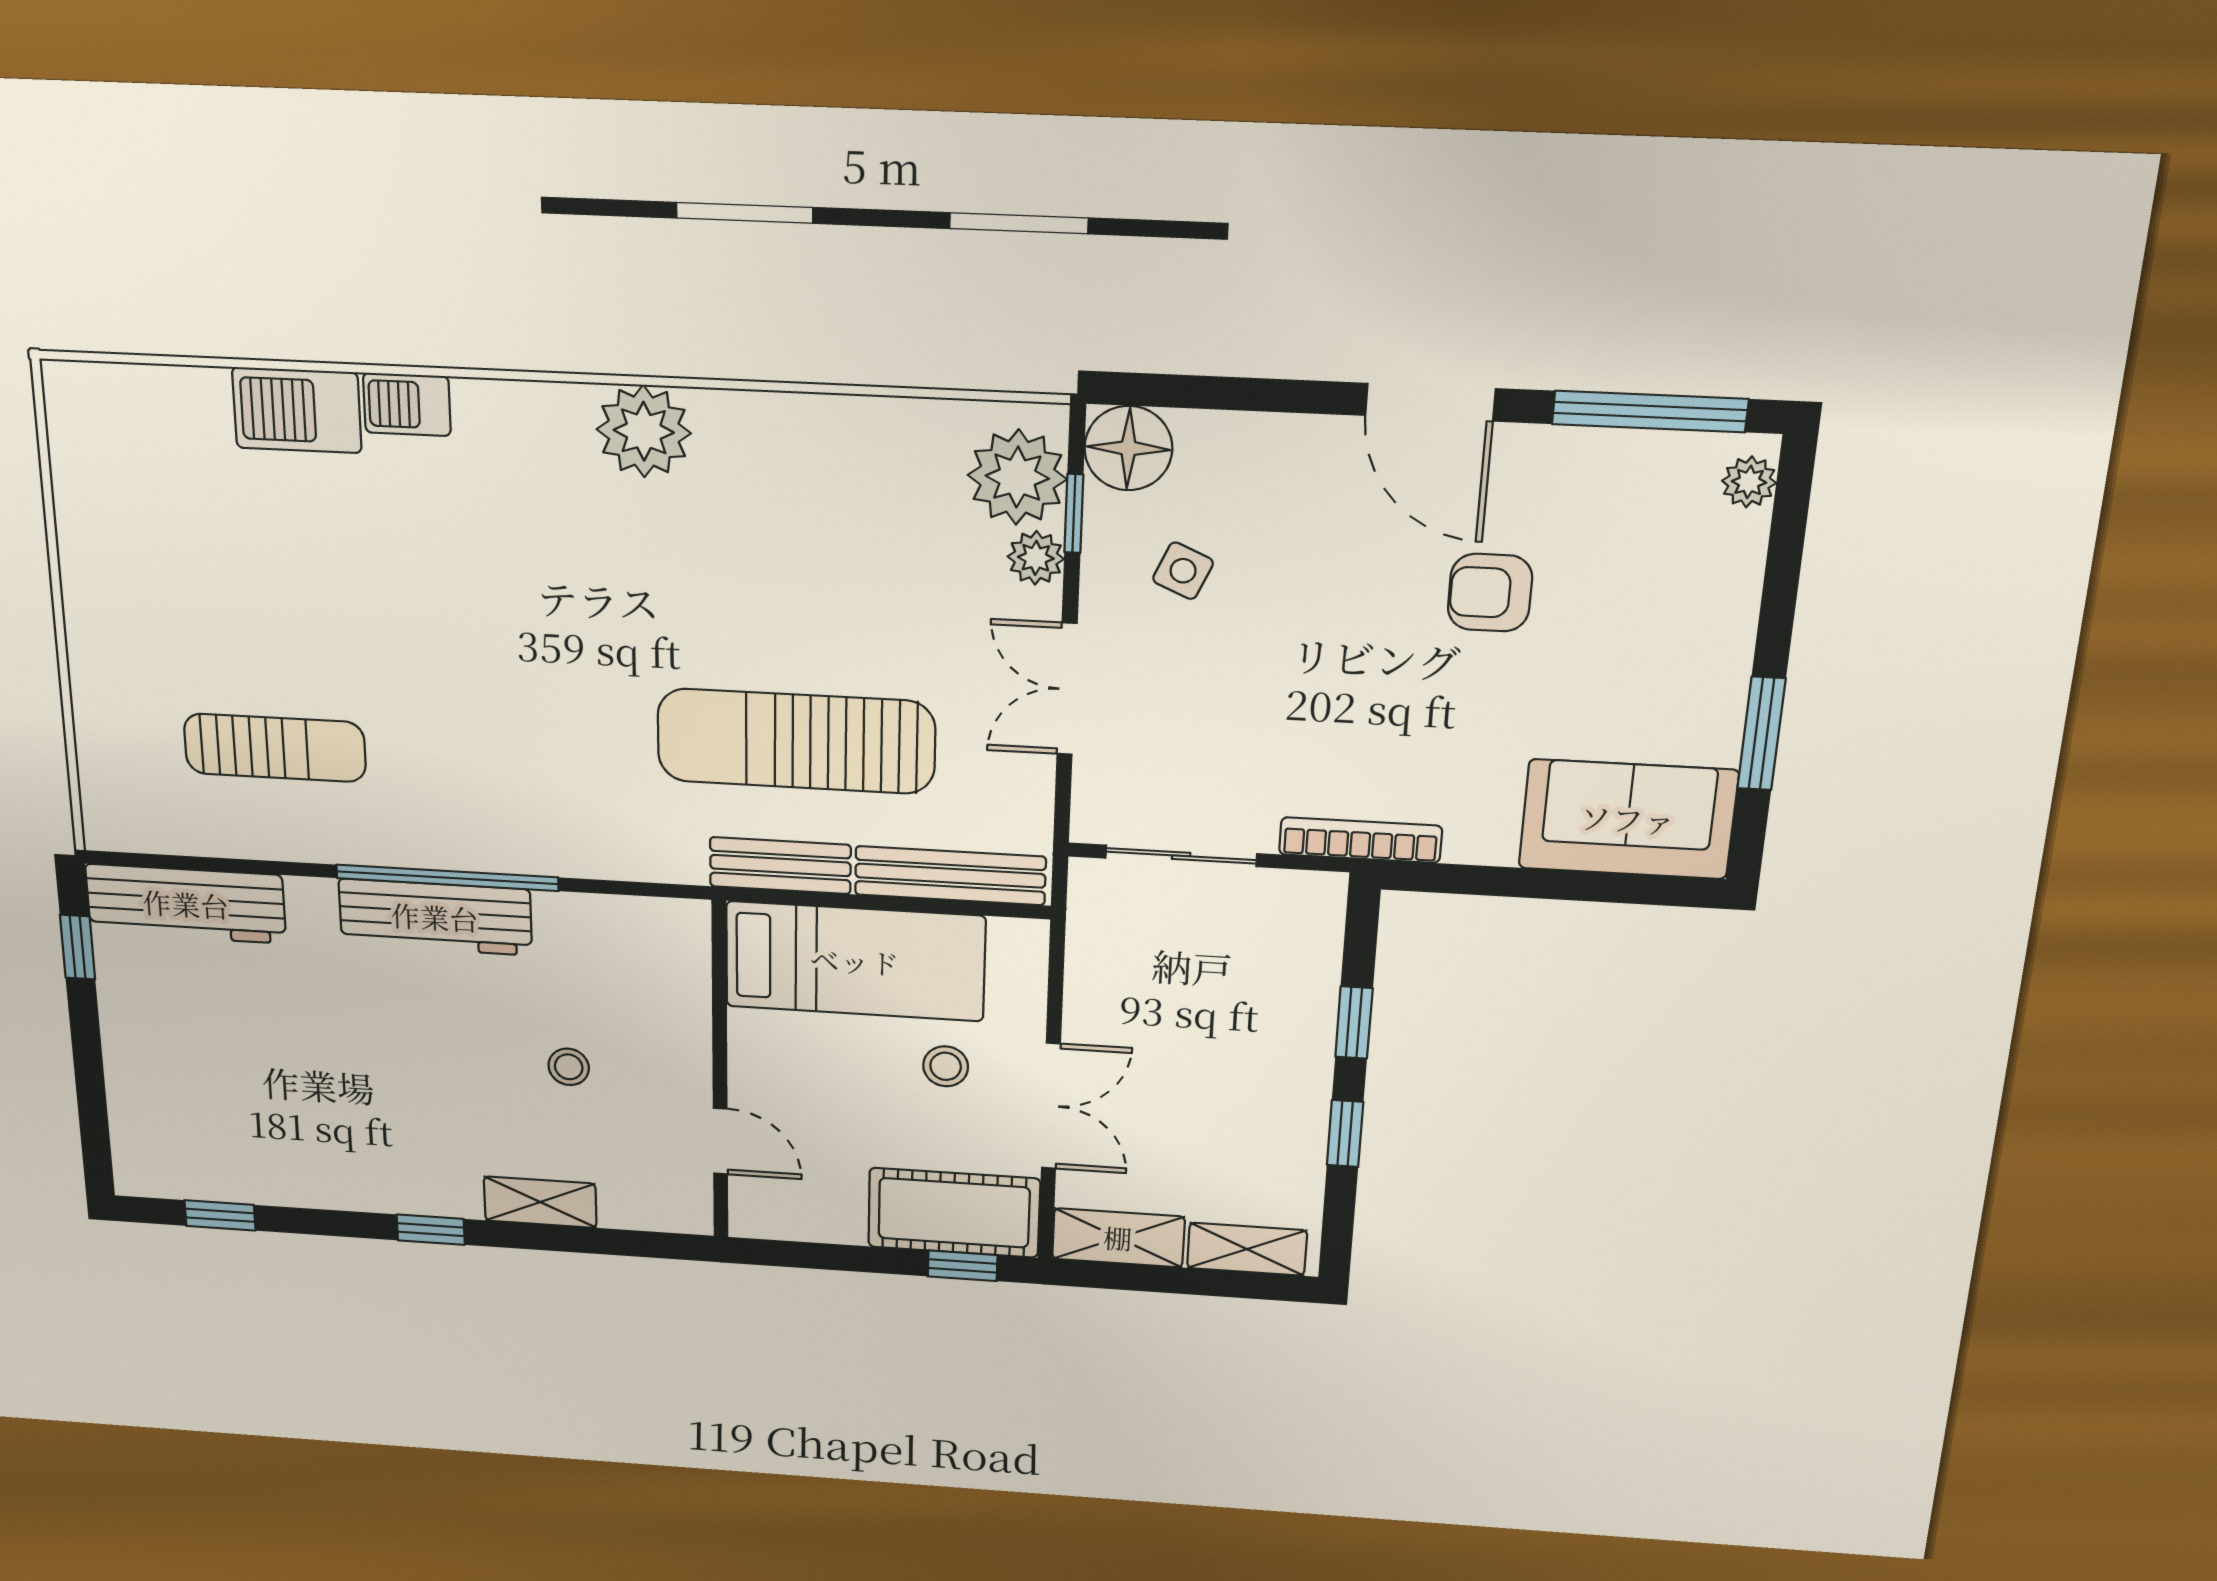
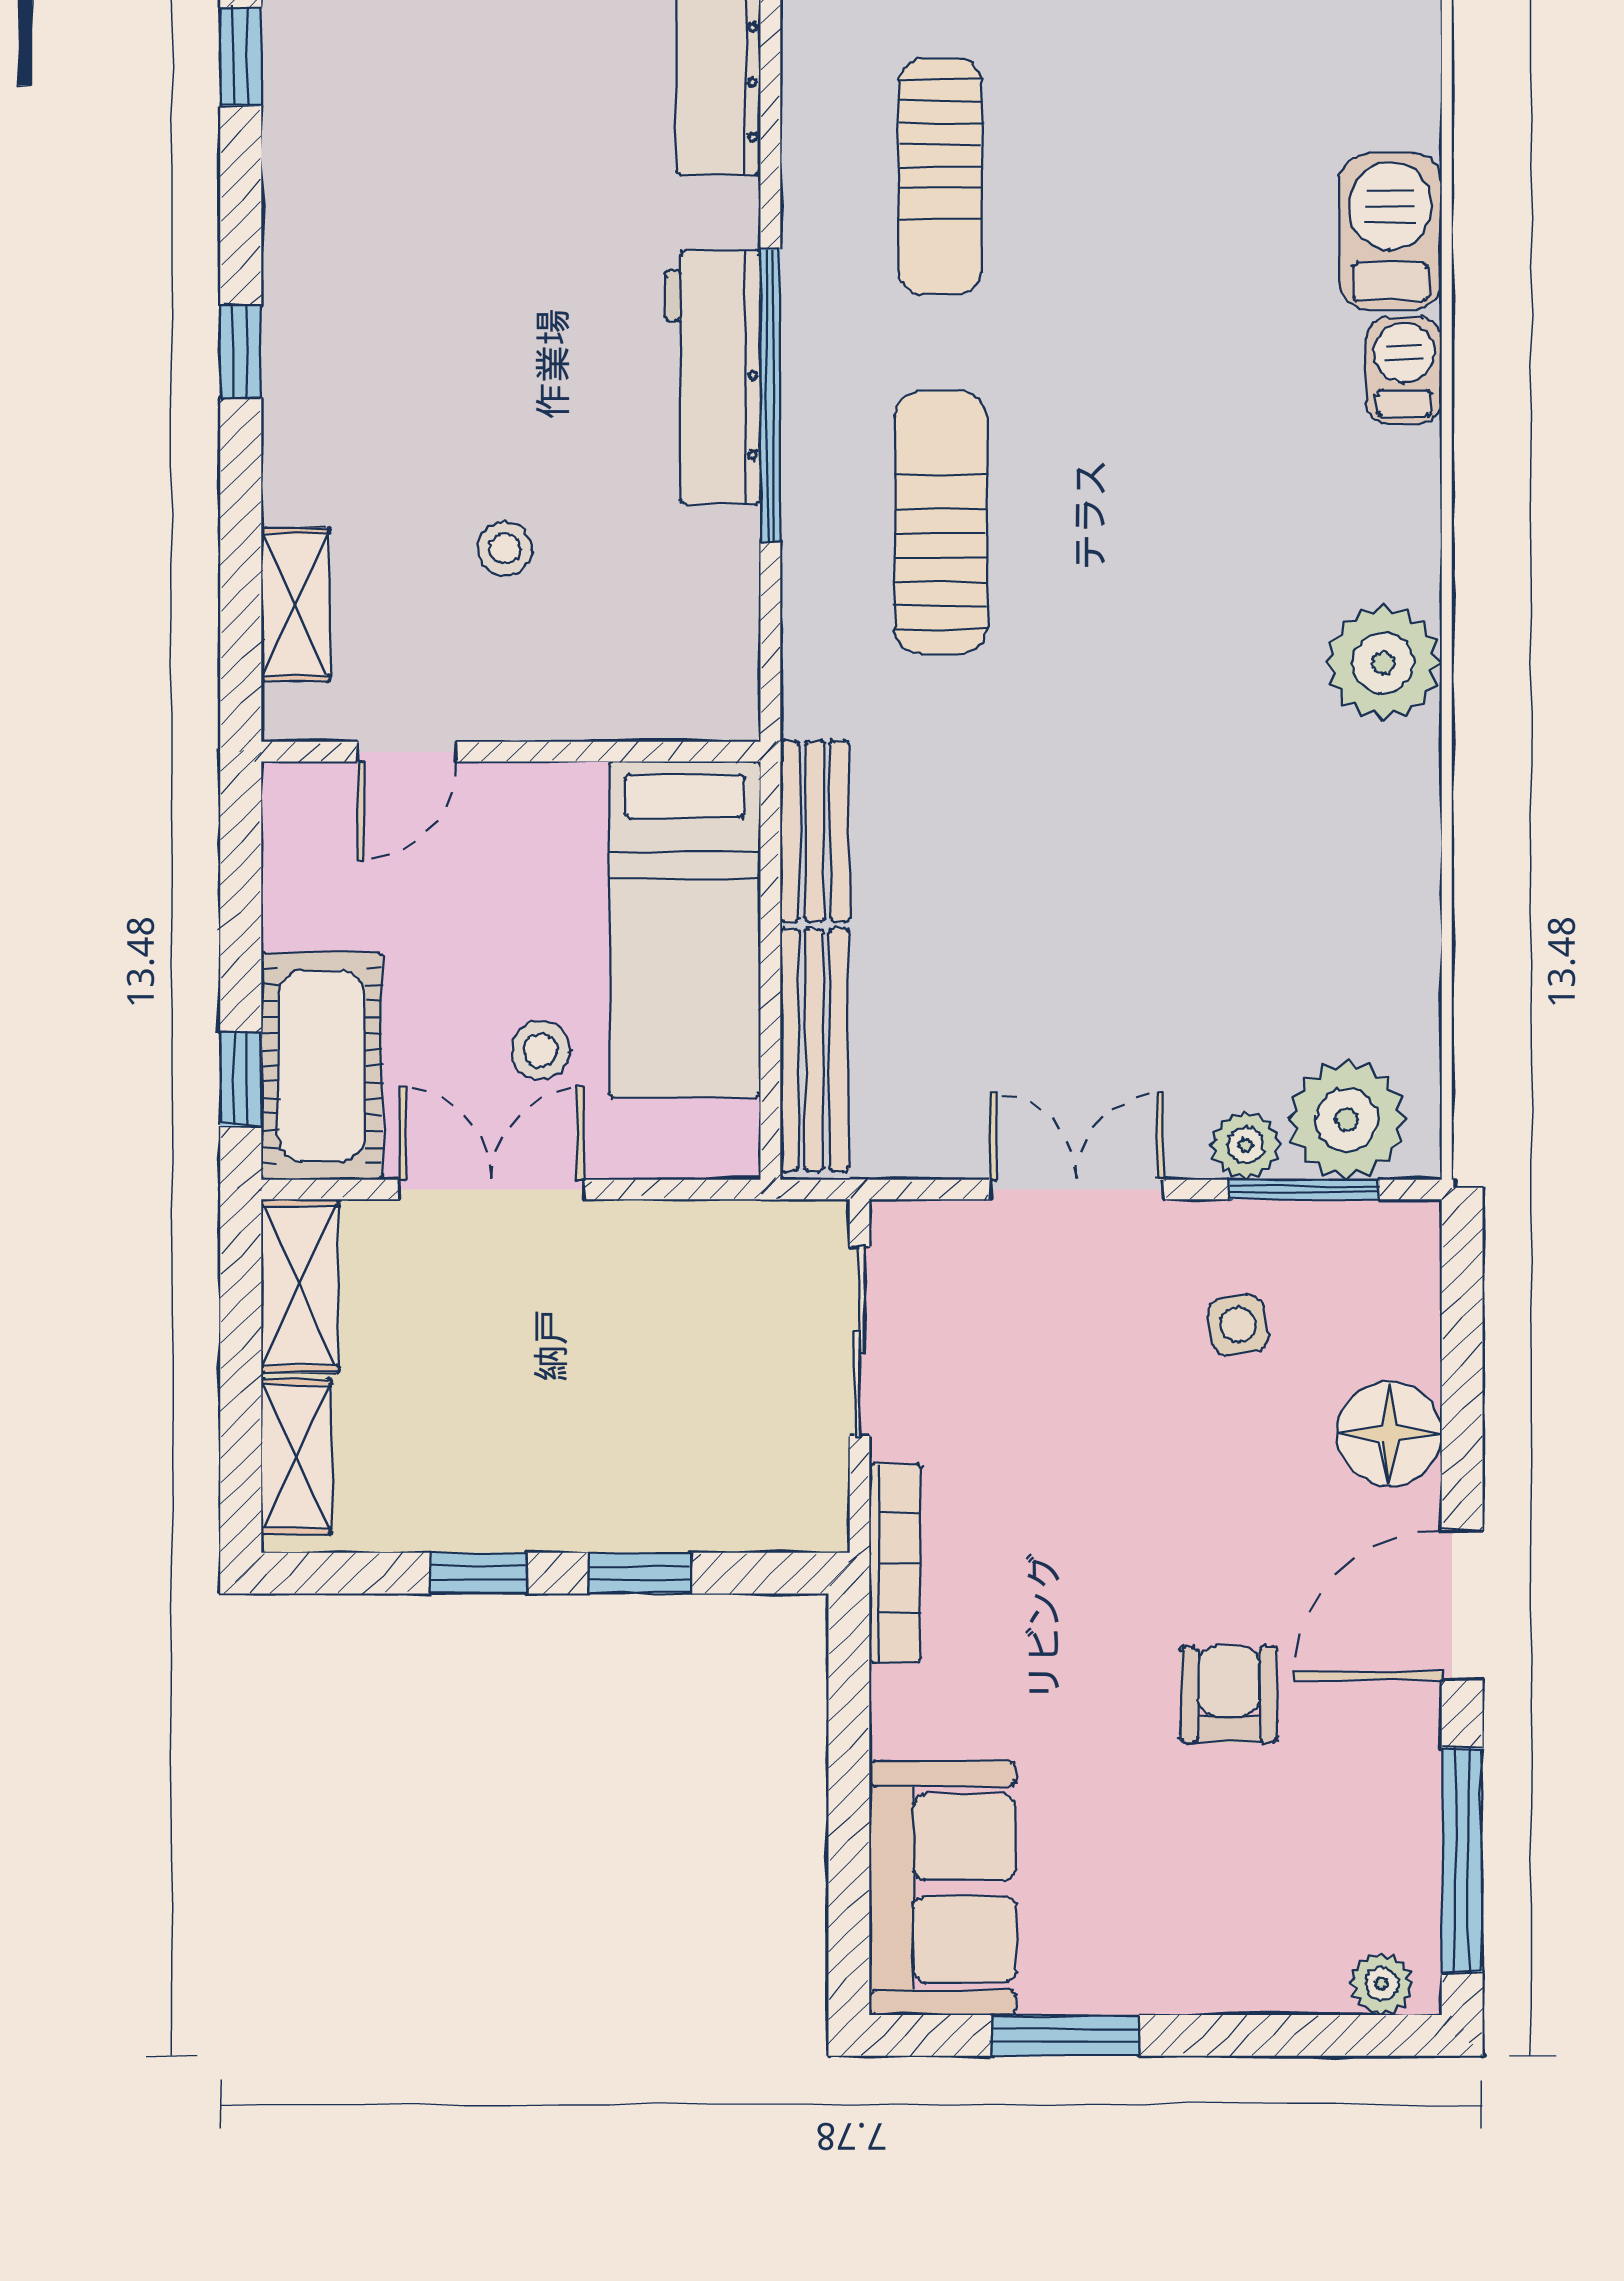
floor lamp: (1128, 448) -> (1389, 1433), moved
window: (1074, 514) -> (1304, 1189), width x1.50
side table: (1183, 571) -> (1238, 1325), turned -32
sun lounger: (796, 741) -> (941, 522), moved, width x0.73, depth x0.75
double door: (1051, 1106) -> (491, 1189), swing flipped
shelving: (540, 1202) -> (295, 604), moved

